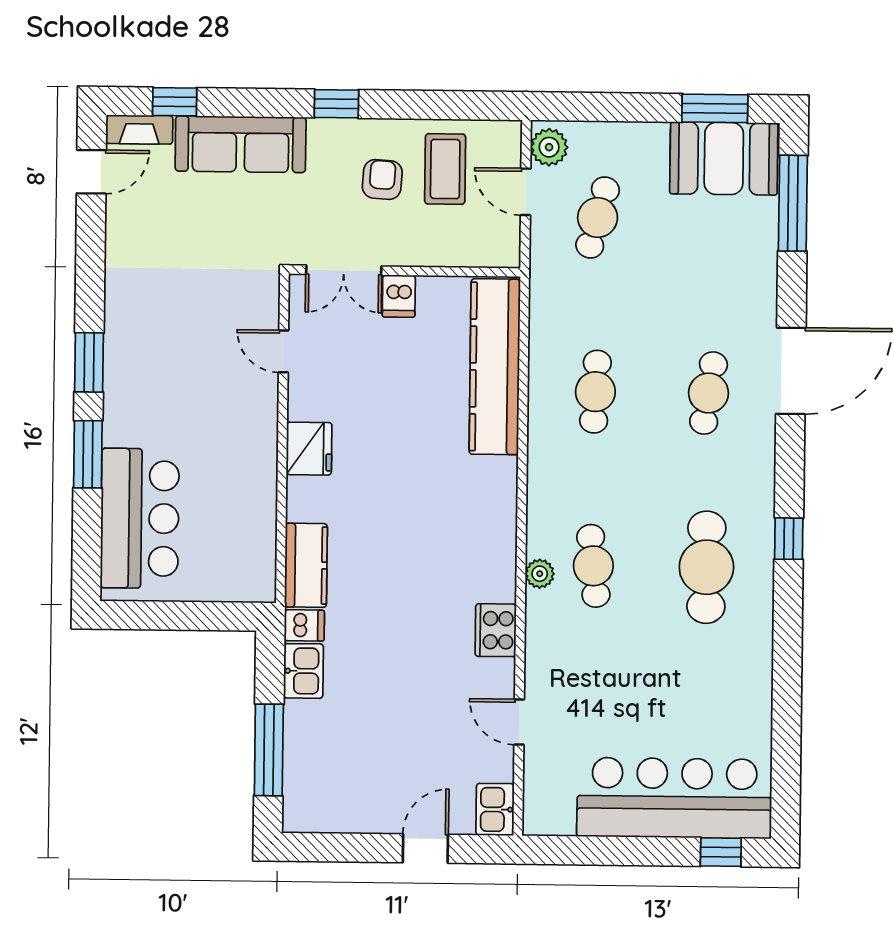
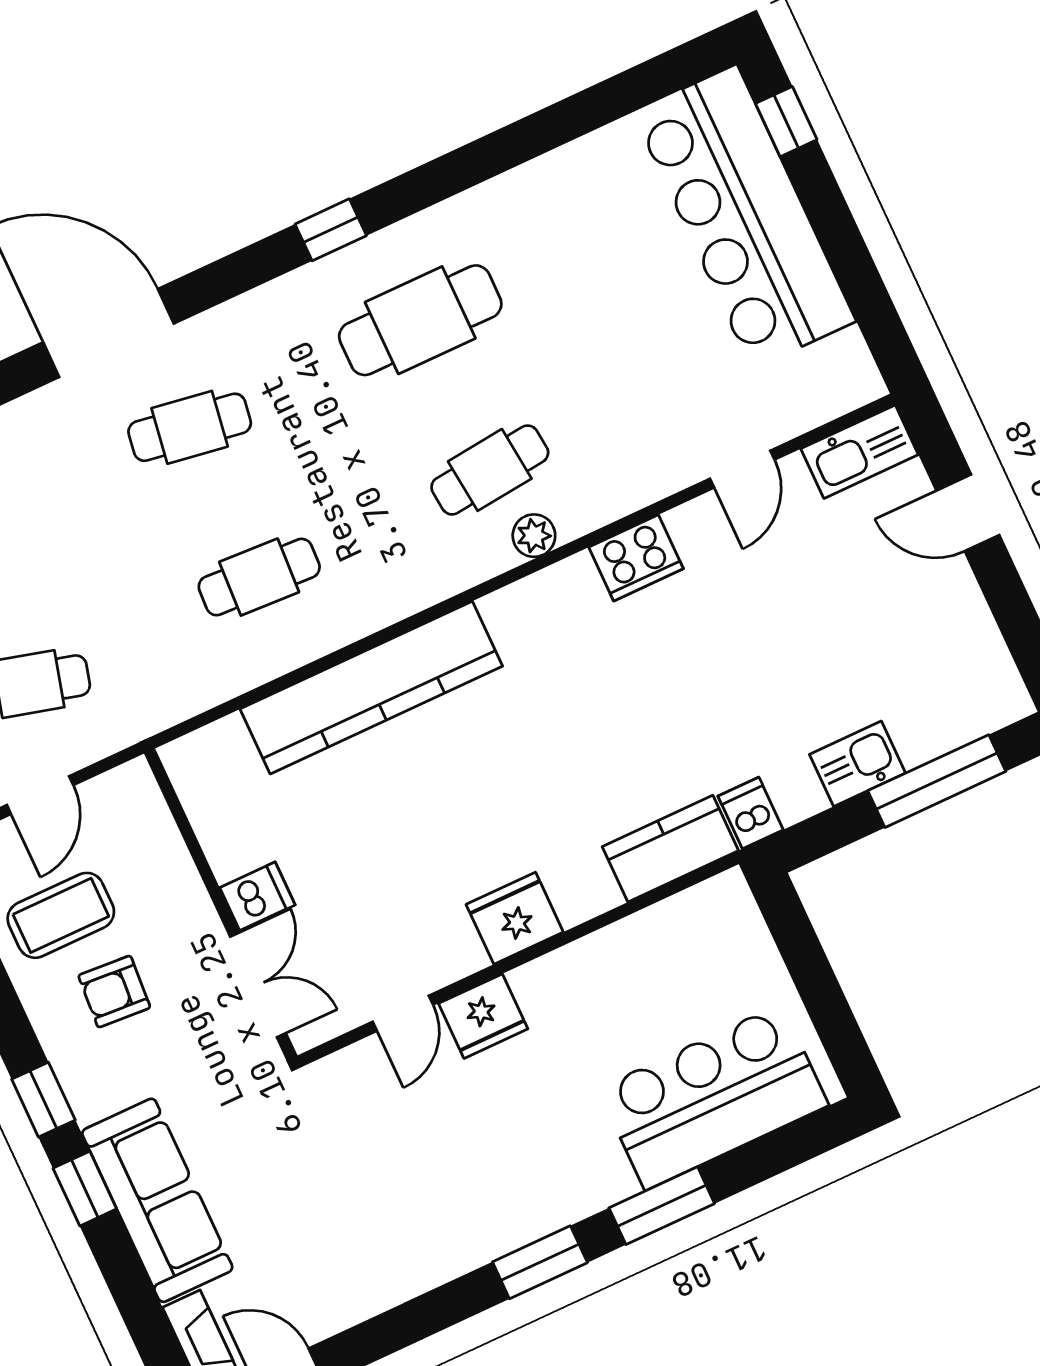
window: (175, 102) -> (85, 1189), moved
kitchen counter: (495, 367) -> (371, 688), moved
fridge: (258, 400) -> (483, 1016), added
kitchen sink: (303, 671) -> (857, 764), moved
kitchen sink: (495, 809) -> (860, 452), width x1.38

